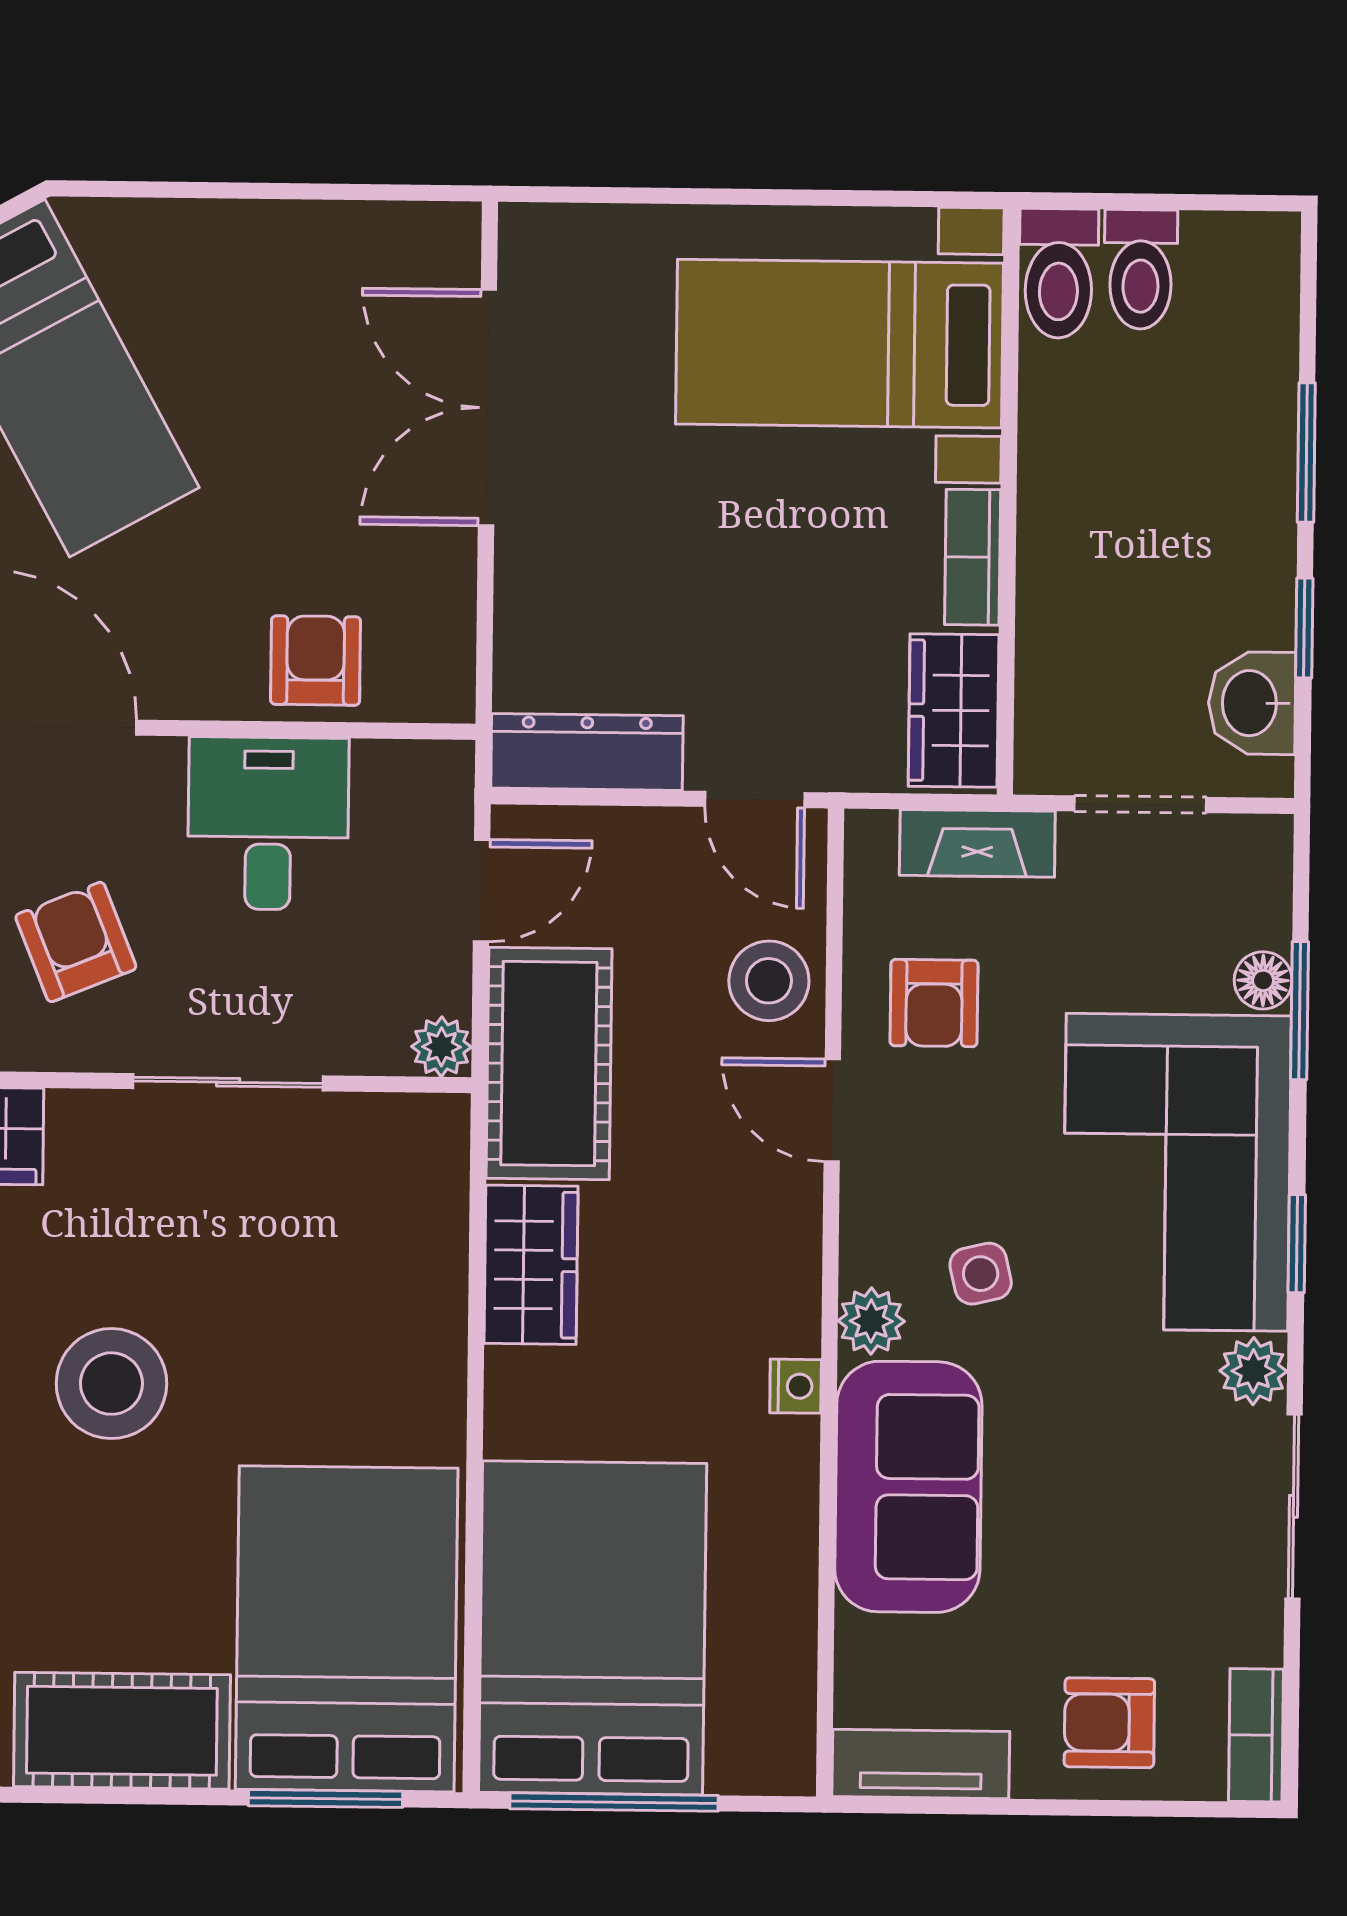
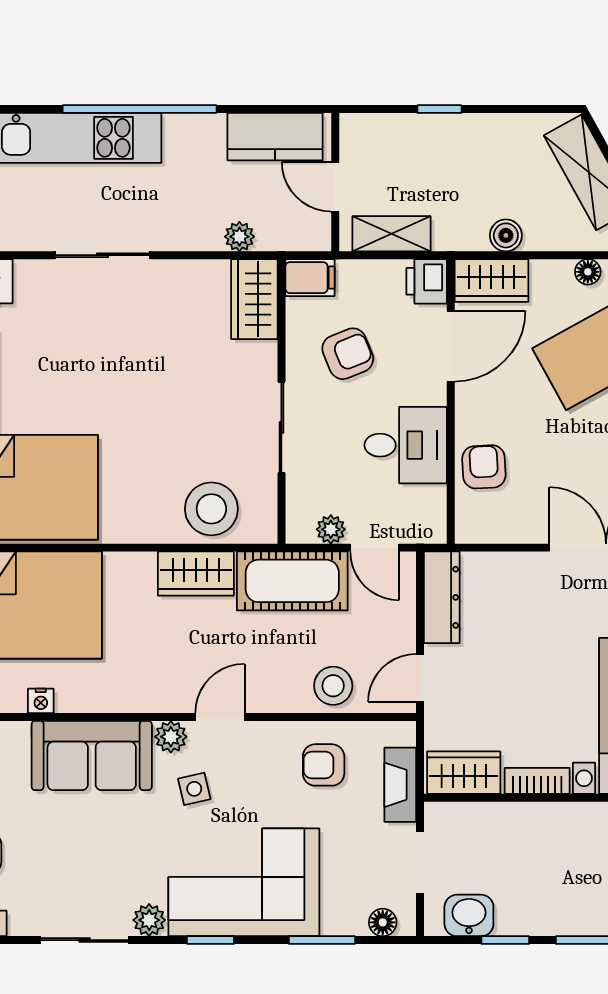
armchair: (316, 661) -> (484, 467), turned -93
floor lamp: (1263, 980) -> (383, 922), moved
plant: (442, 1047) -> (331, 529), moved
door: (832, 1110) -> (220, 717), moved
stool: (111, 1384) -> (211, 509), moved
nightstand: (796, 1386) -> (41, 701), moved

